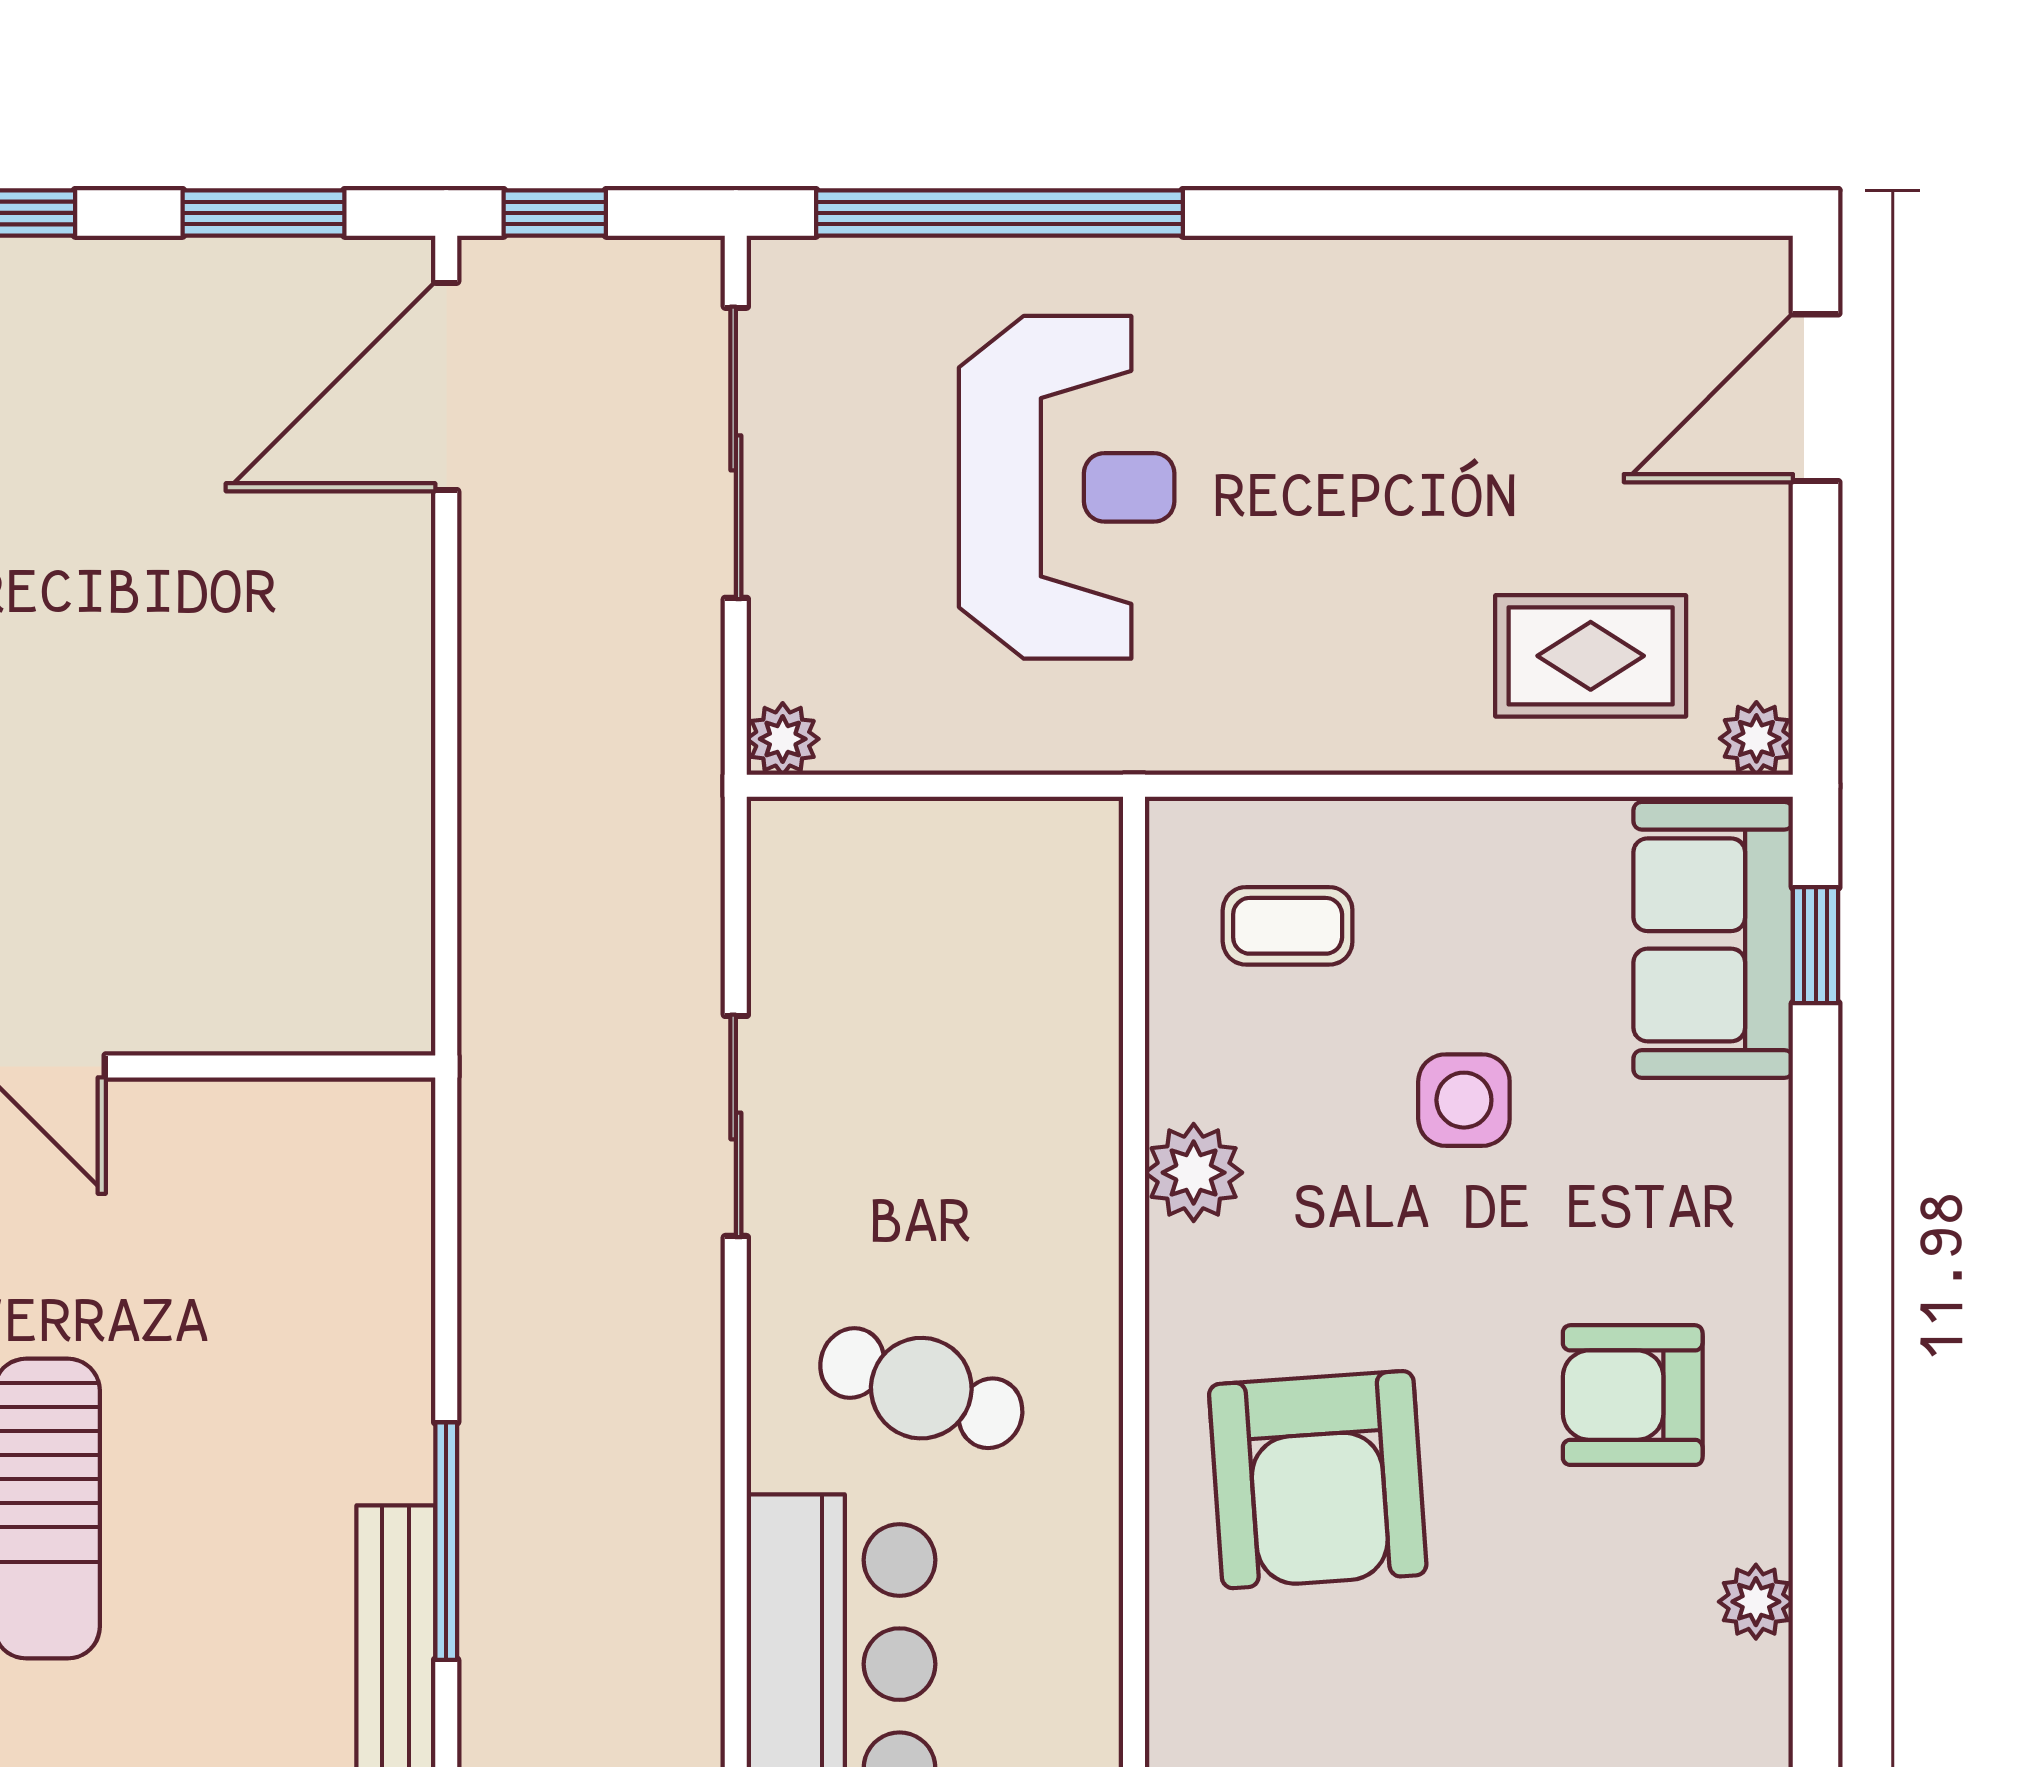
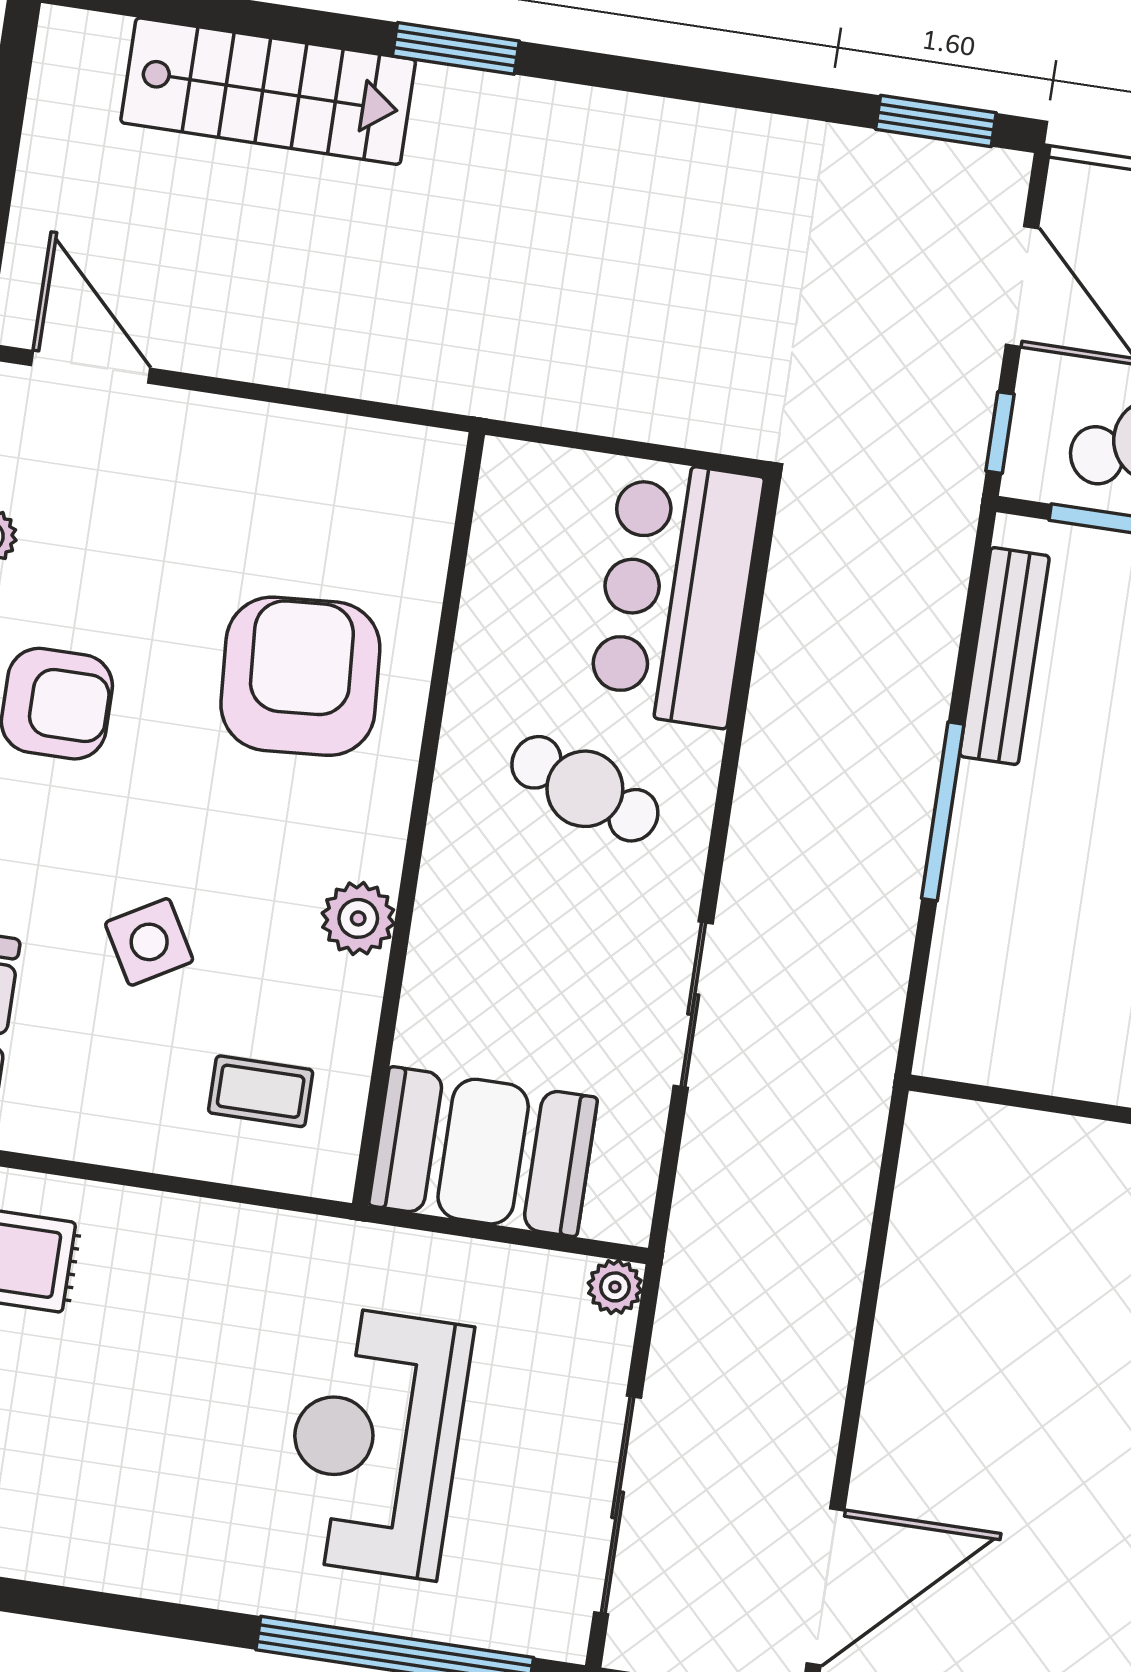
booth: (983, 891) -> (483, 1152), added
side table: (1464, 1100) -> (149, 942), turned -30
window: (446, 1541) -> (943, 811), moved

